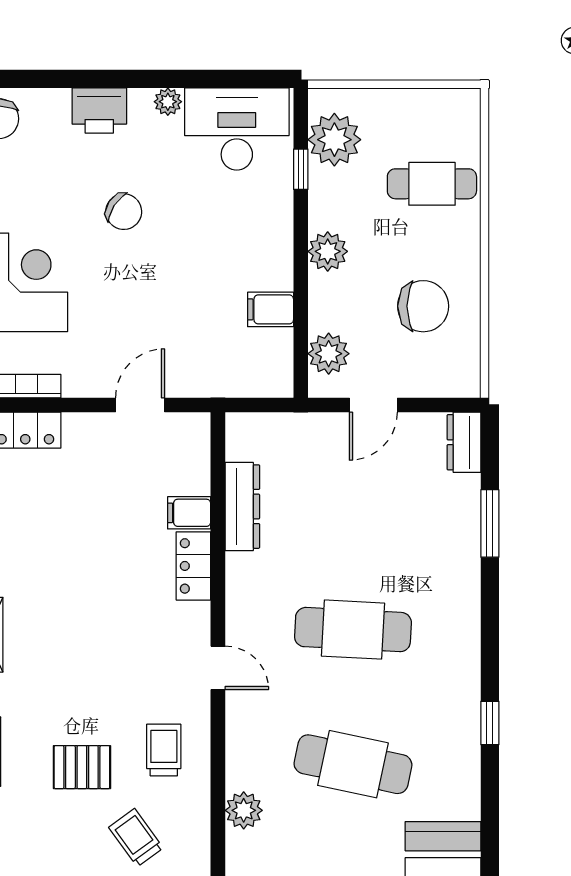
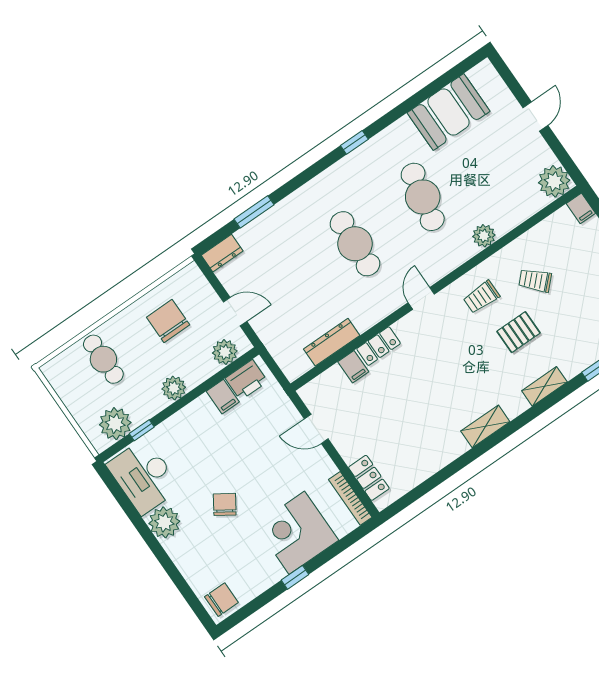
plant: (168, 102) -> (164, 522), width x1.88, depth x1.88
printer: (99, 110) -> (246, 380), moved, turned 90
pallet: (82, 767) -> (518, 332), turned 90
trolley: (136, 838) -> (535, 280), turned 81

